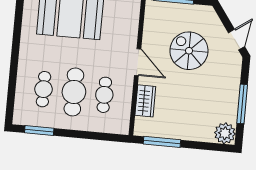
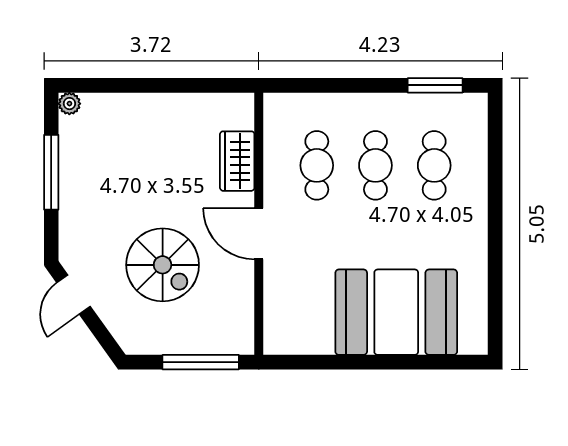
cafe table: (74, 92) -> (375, 165), width x0.73, depth x0.74
plant: (225, 133) -> (69, 104), width x0.53, depth x0.53
window: (162, 142) -> (198, 85), removed

